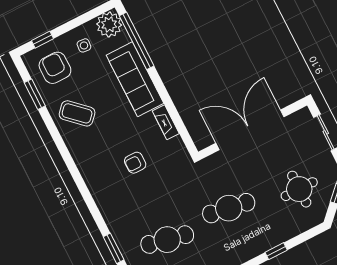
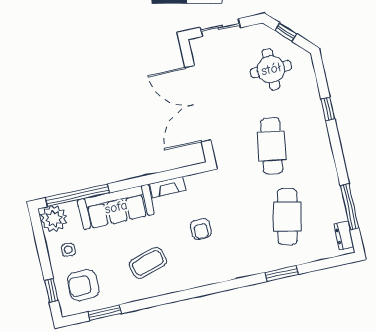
coffee table: (77, 113) -> (148, 263), moved, turned 30

